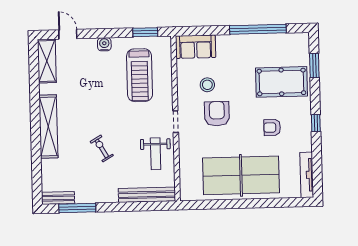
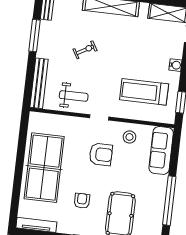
sofa: (196, 47) -> (161, 150), width x1.36
stool: (207, 85) -> (129, 137), moved
weight bench: (156, 154) -> (74, 96), turned 180
window: (77, 208) -> (35, 36), moved

